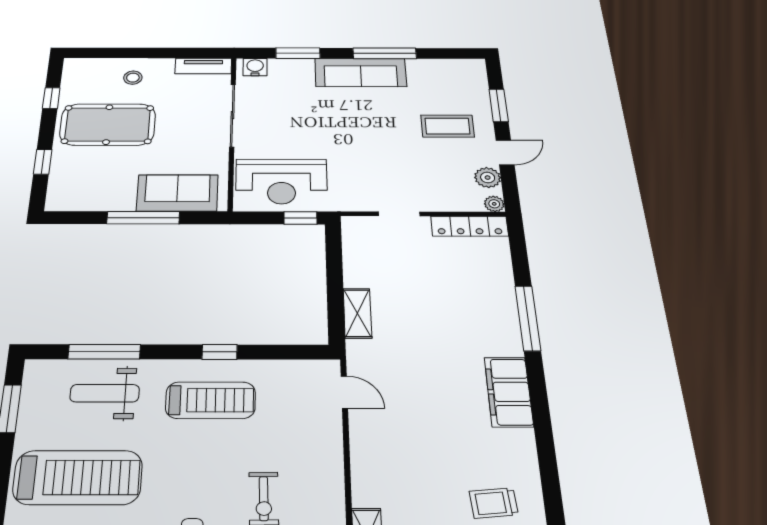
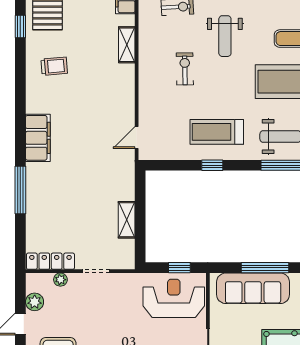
sofa: (177, 193) -> (253, 288), width x1.36
plant: (494, 204) -> (60, 280), moved
window: (300, 218) -> (179, 268), moved
shelving: (357, 313) -> (127, 220), moved
door: (344, 392) -> (137, 138), hinge flipped

